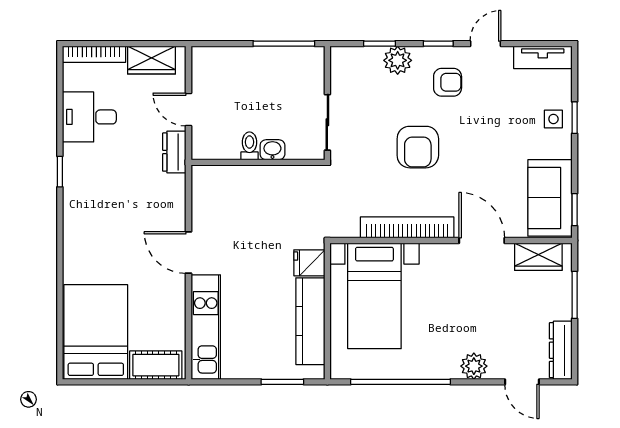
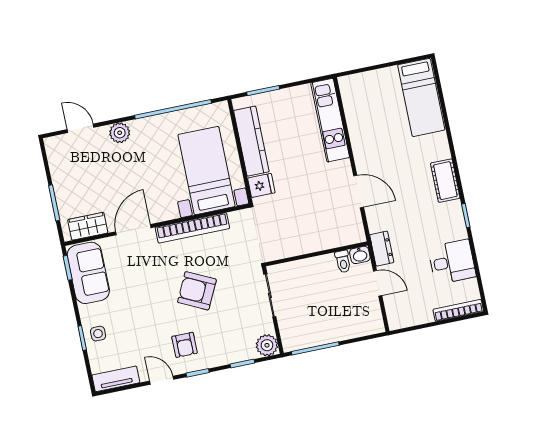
door: (485, 44) -> (162, 380), swing flipped
wardrobe: (152, 60) -> (414, 315), removed
plant: (398, 60) -> (267, 345), moved
armchair: (448, 82) -> (185, 345), turned -90
toilet: (249, 146) -> (343, 261), moved
armchair: (418, 147) -> (197, 291), turned -64
washbasin: (272, 150) -> (360, 255), moved
door: (482, 241) -> (133, 230), swing flipped
door: (189, 253) -> (359, 191), moved
bed: (96, 332) -> (421, 97), width x0.67
dresser: (561, 350) -> (56, 159), removed
cot: (156, 365) -> (445, 181), moved, turned 90

